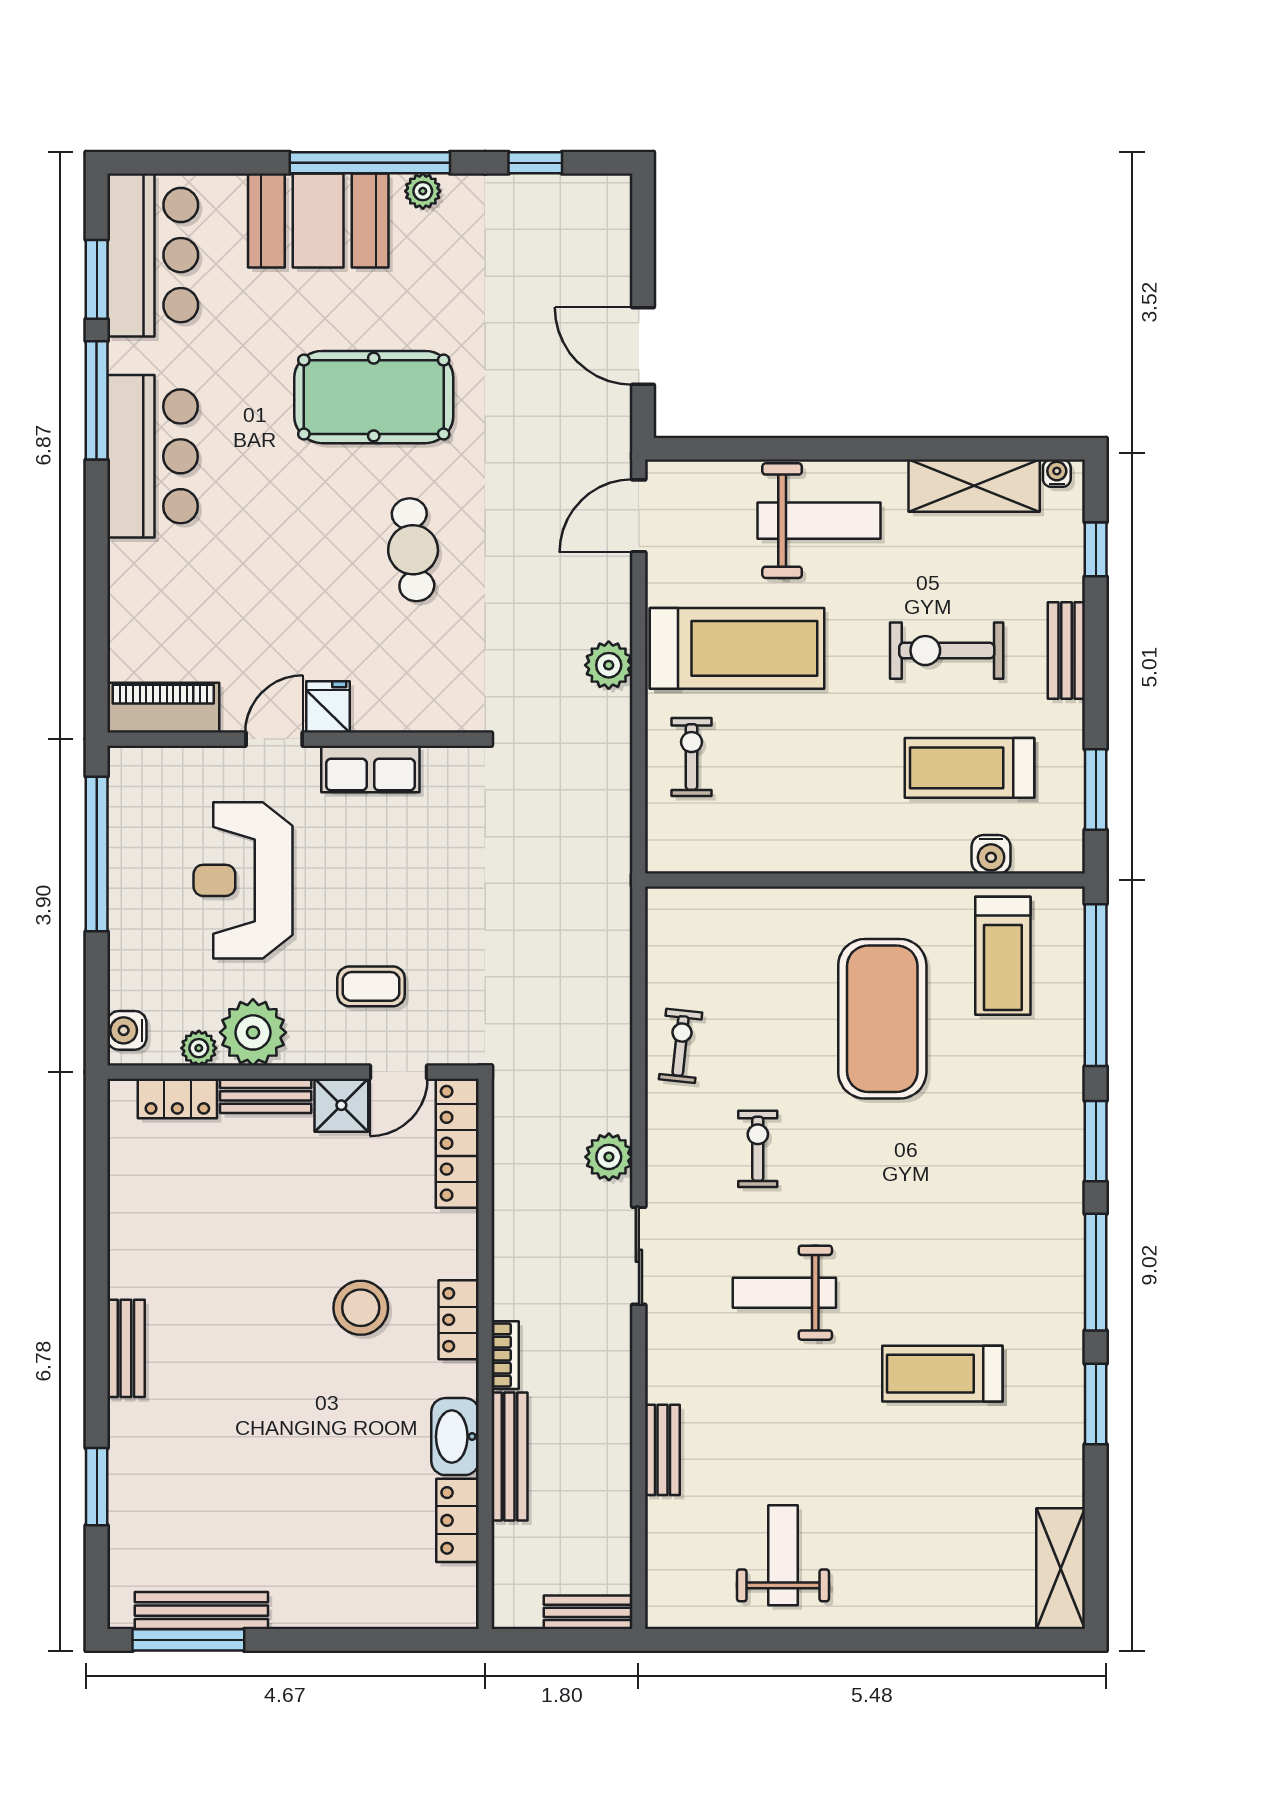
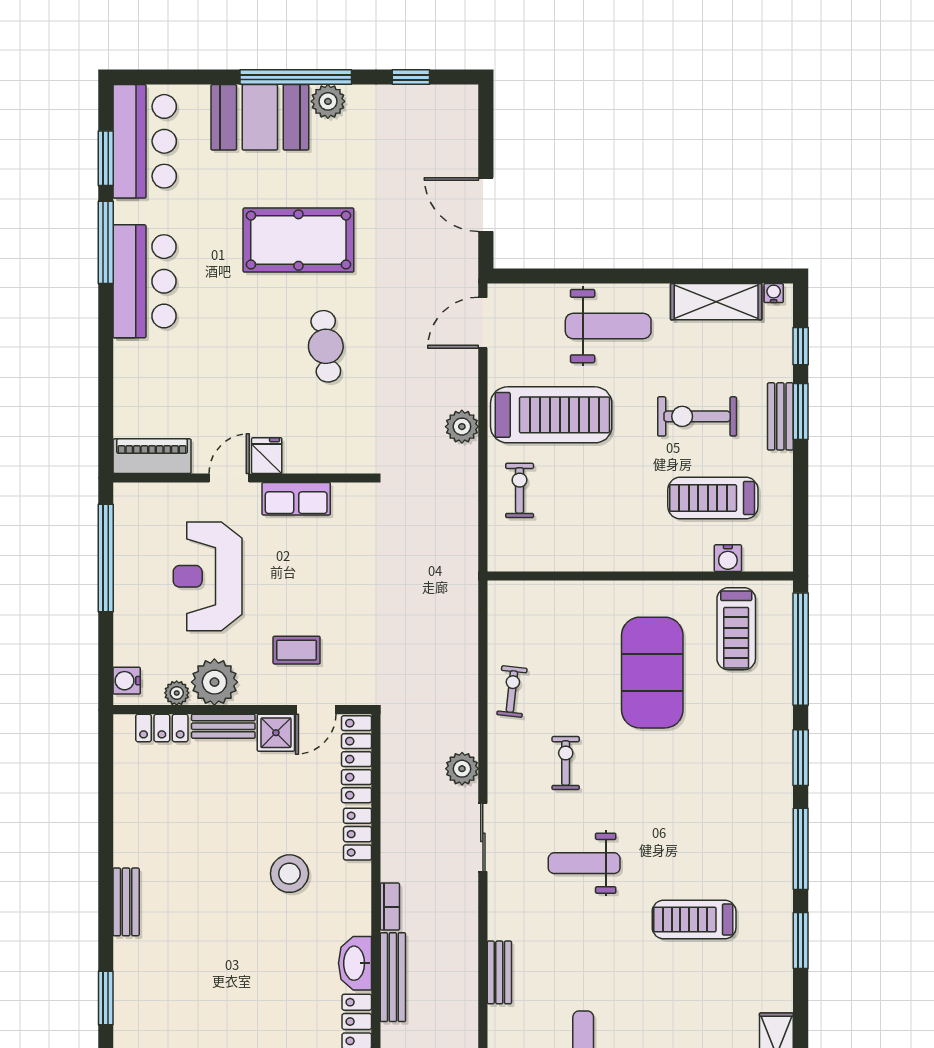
plant: (423, 191) -> (328, 101), width x1.38, depth x1.38
window: (1096, 789) -> (801, 412), moved
locker: (459, 1320) -> (358, 834), moved

